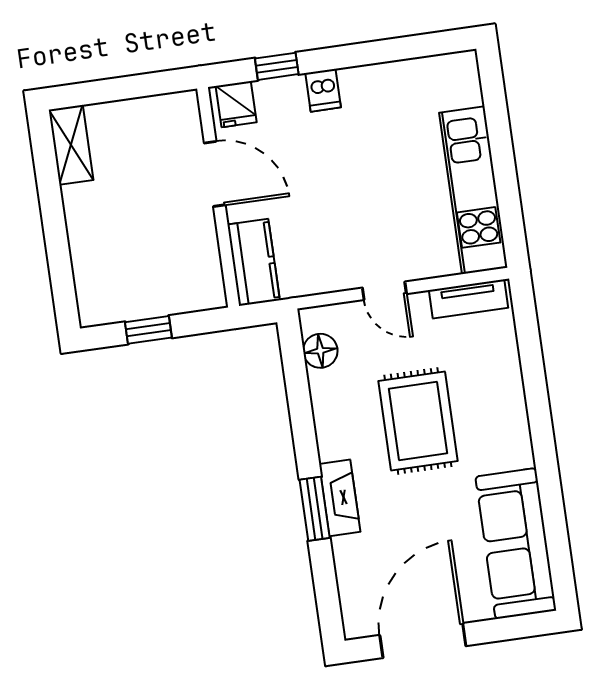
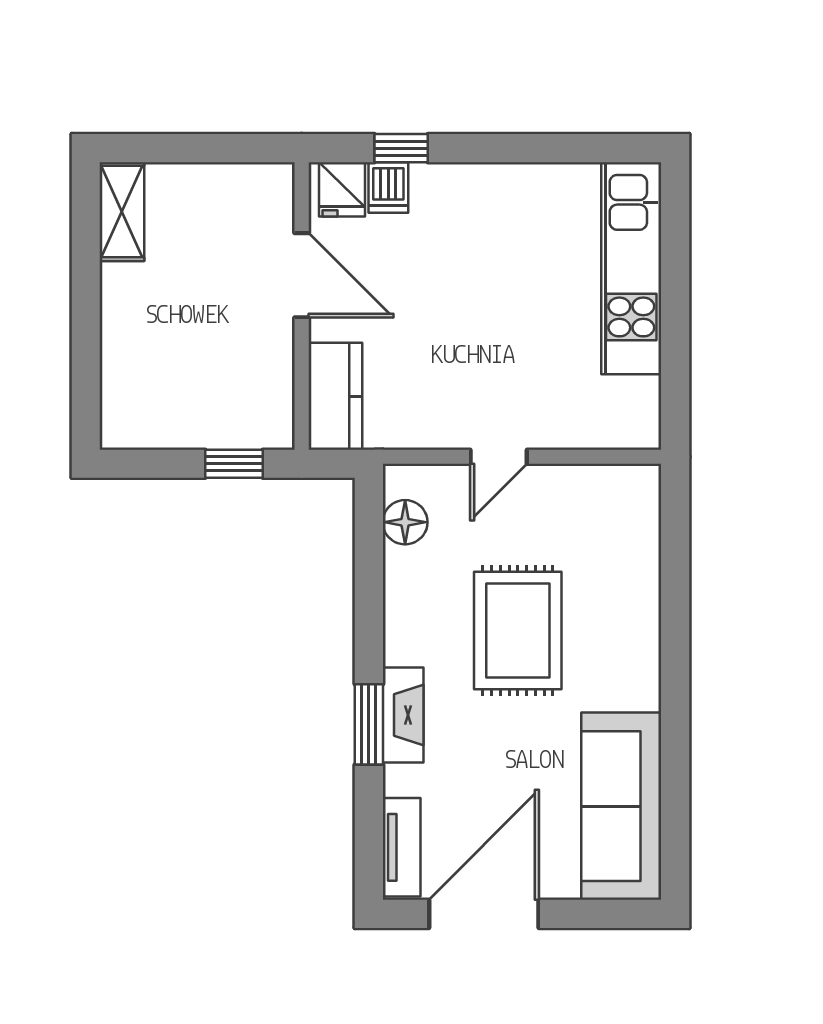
dishwasher: (323, 90) -> (388, 187), moved
kitchen unit: (473, 190) -> (631, 268), moved
door: (384, 291) -> (499, 457), hinge flipped
tv unit: (468, 299) -> (402, 847), moved, turned -90
window: (148, 330) -> (234, 464), moved

